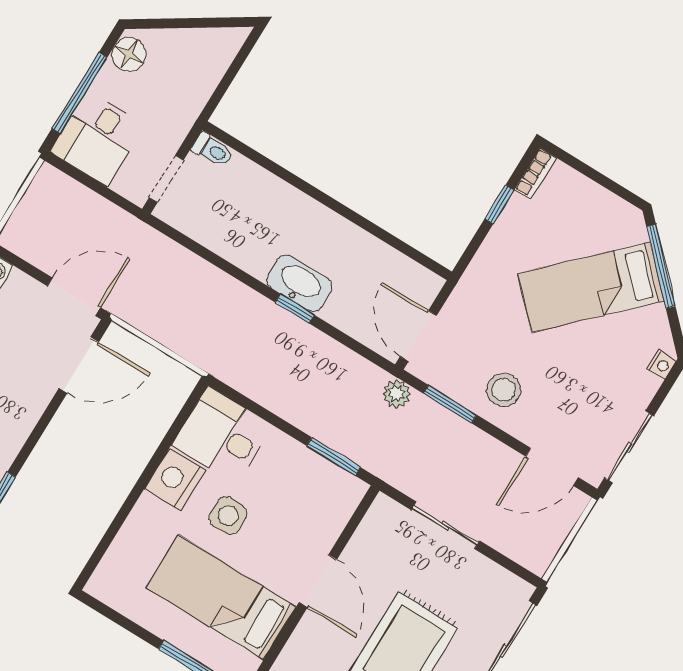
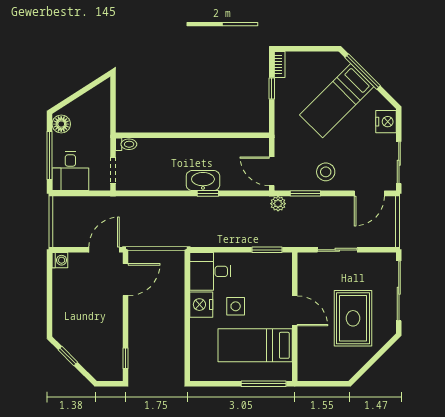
nightstand: (661, 365) -> (386, 122), width x1.89, depth x1.79

